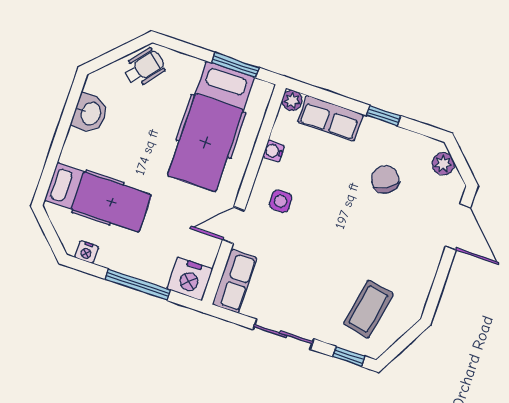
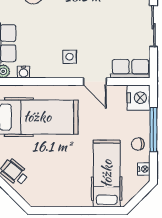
washbasin: (90, 113) -> (55, 197), removed
water cooler: (274, 151) -> (24, 72), moved
chair: (125, 256) -> (138, 144), added

